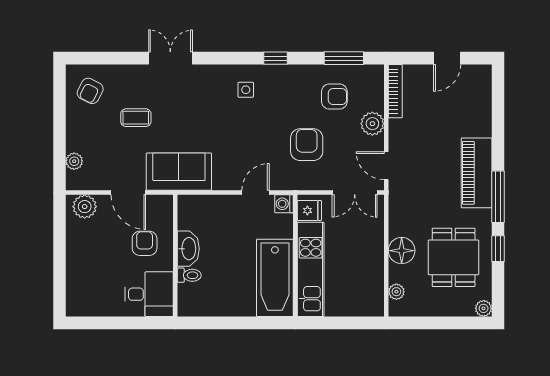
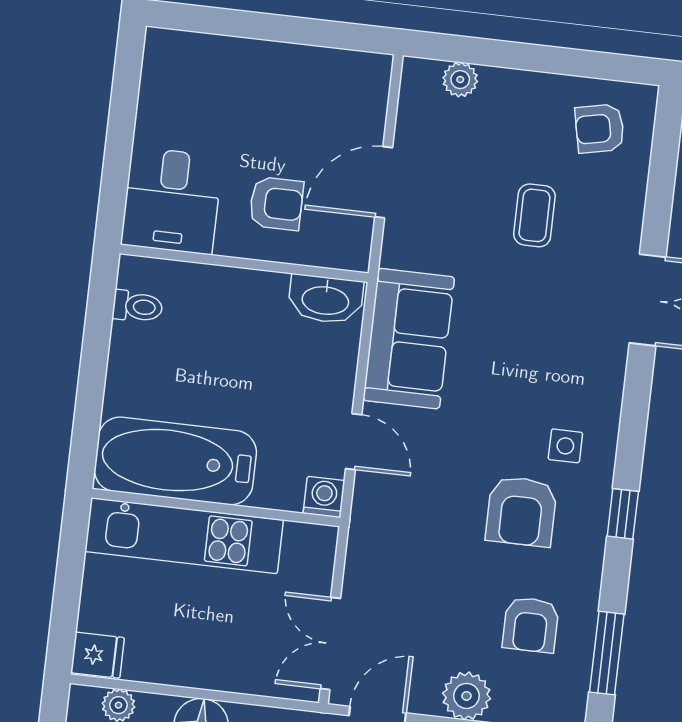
armchair: (90, 91) -> (600, 129), turned -39
armchair: (307, 145) -> (521, 511), moved, turned 90
sofa: (179, 172) -> (409, 339), moved
plant: (85, 207) -> (365, 90), removed
fridge: (309, 210) -> (98, 655), moved, turned -90
washbasin: (188, 249) -> (325, 299), moved
toilet: (189, 275) -> (137, 307), moved, turned -90

